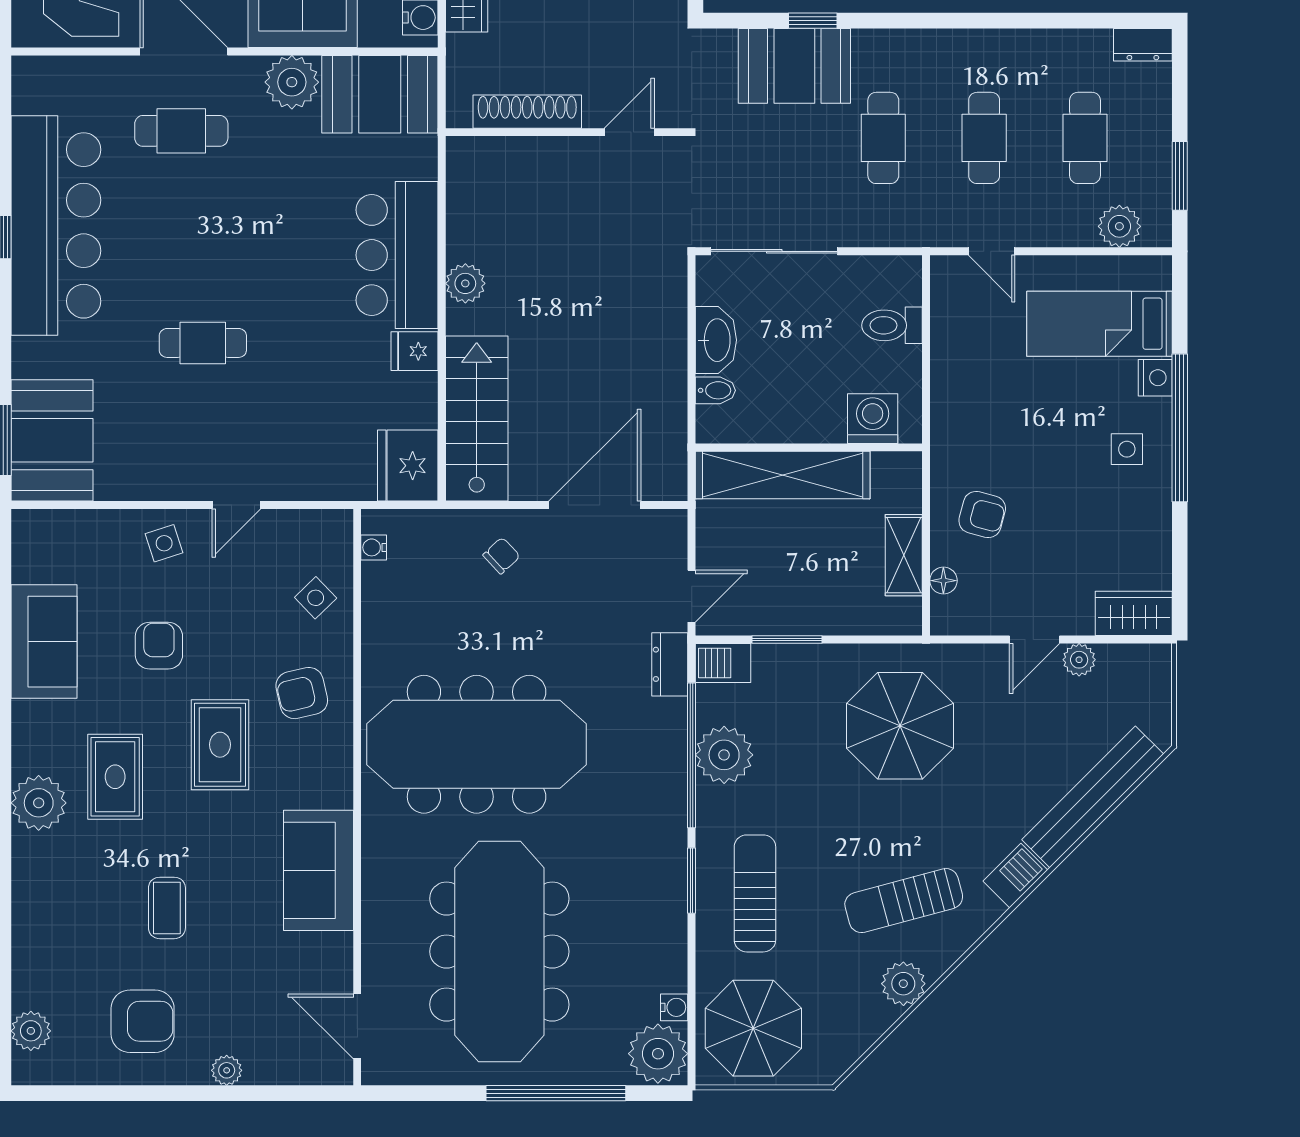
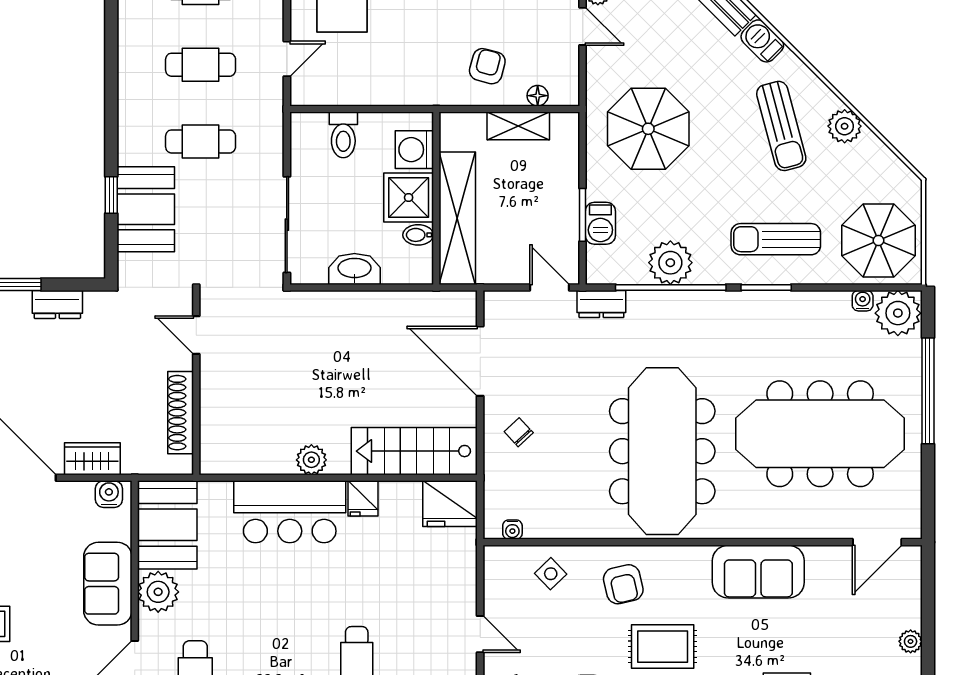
bidet: (715, 390) -> (418, 235), moved, turned -90
shower: (810, 411) -> (409, 198), added
barbecue: (723, 663) -> (600, 223), moved

